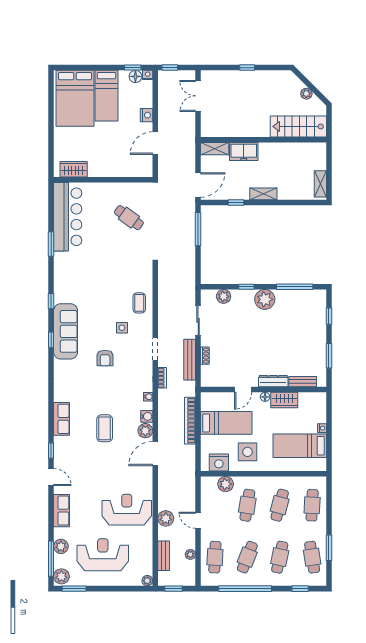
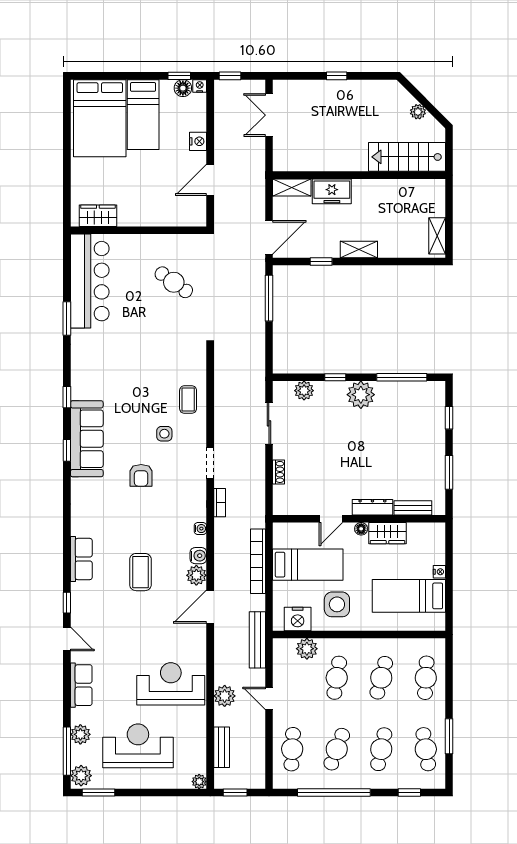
bench: (190, 360) -> (257, 640), moved
plant: (190, 554) -> (258, 746), removed

